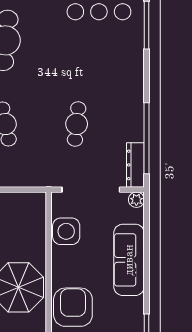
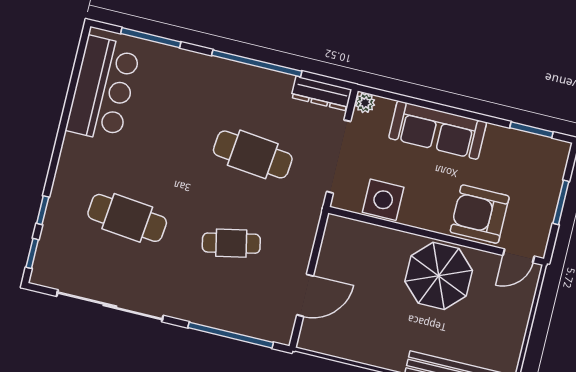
cafe table: (77, 124) -> (253, 154), width x1.37, depth x1.35
window: (147, 138) -> (257, 63), moved

